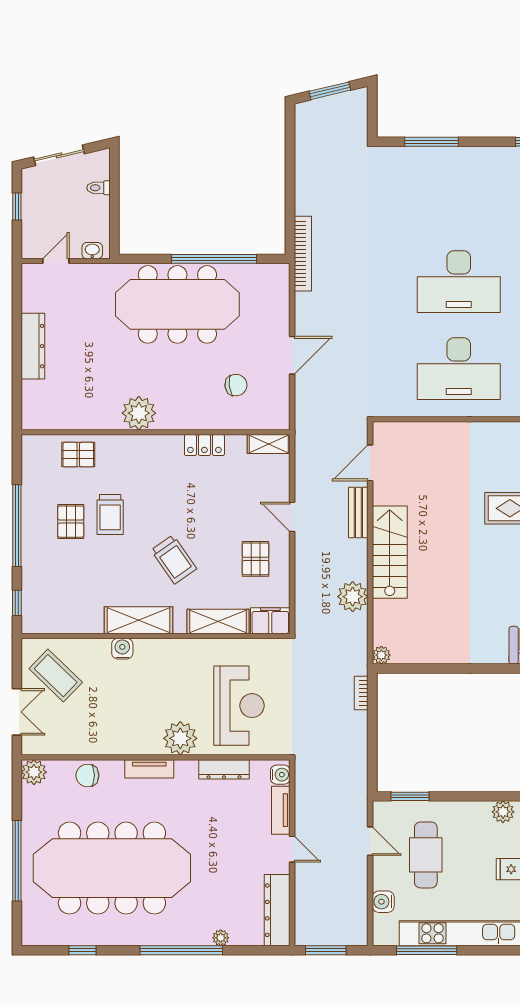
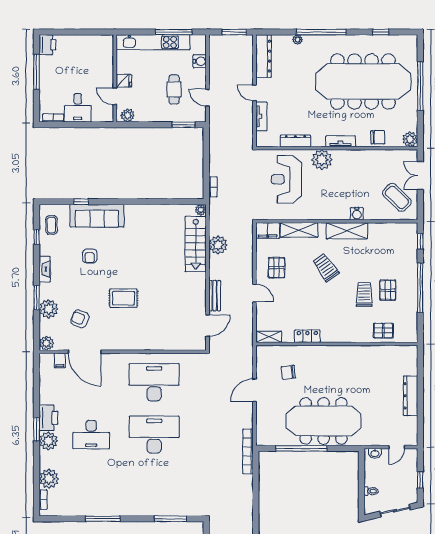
plant: (139, 413) -> (347, 355), removed
stairs: (390, 552) -> (196, 244), moved
water cooler: (280, 775) -> (262, 138), removed
cafe table: (426, 855) -> (174, 89), width x0.73, depth x0.74

